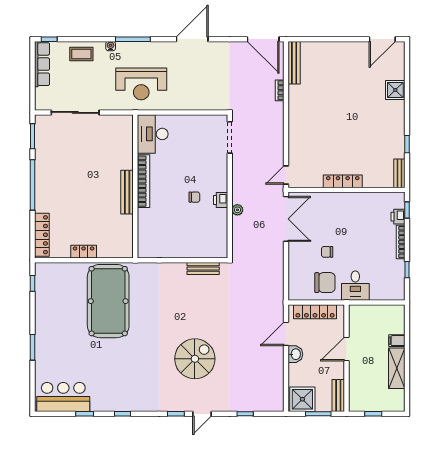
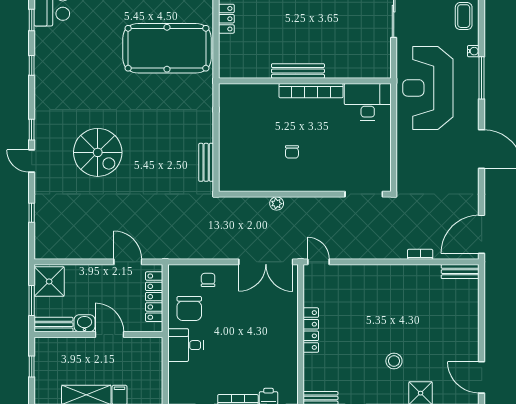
bench: (294, 63) -> (460, 272), width x0.73
reception desk: (141, 84) -> (428, 88), width x1.36, depth x1.30
stool: (369, 112) -> (394, 361), added
printer: (221, 200) -> (288, 183), removed
chair: (327, 252) -> (208, 280), moved
washbasin: (295, 354) -> (85, 323), moved, turned 180

